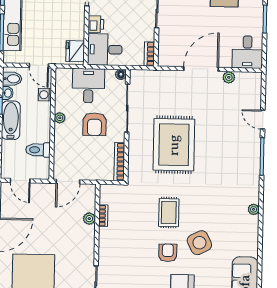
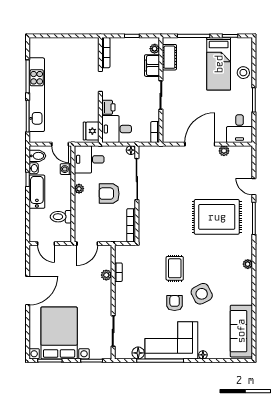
desk: (88, 86) -> (89, 159), moved, turned -90
armchair: (95, 124) -> (109, 194), turned 90
rug: (174, 145) -> (217, 217), moved, turned 90

